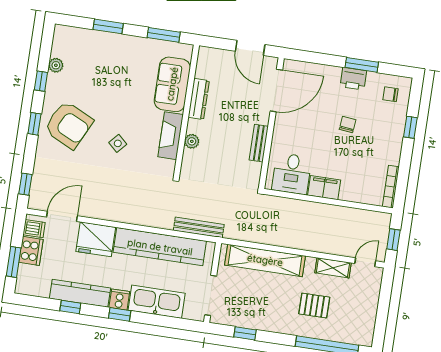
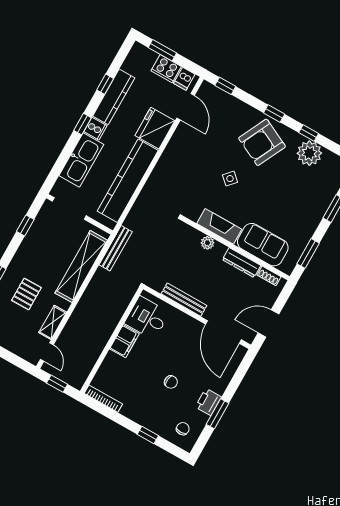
plant: (56, 65) -> (309, 153), width x1.88, depth x1.88
shoe rack: (202, 66) -> (269, 276), added
bench: (259, 143) -> (184, 300), width x1.36
bench: (199, 227) -> (116, 248), moved

